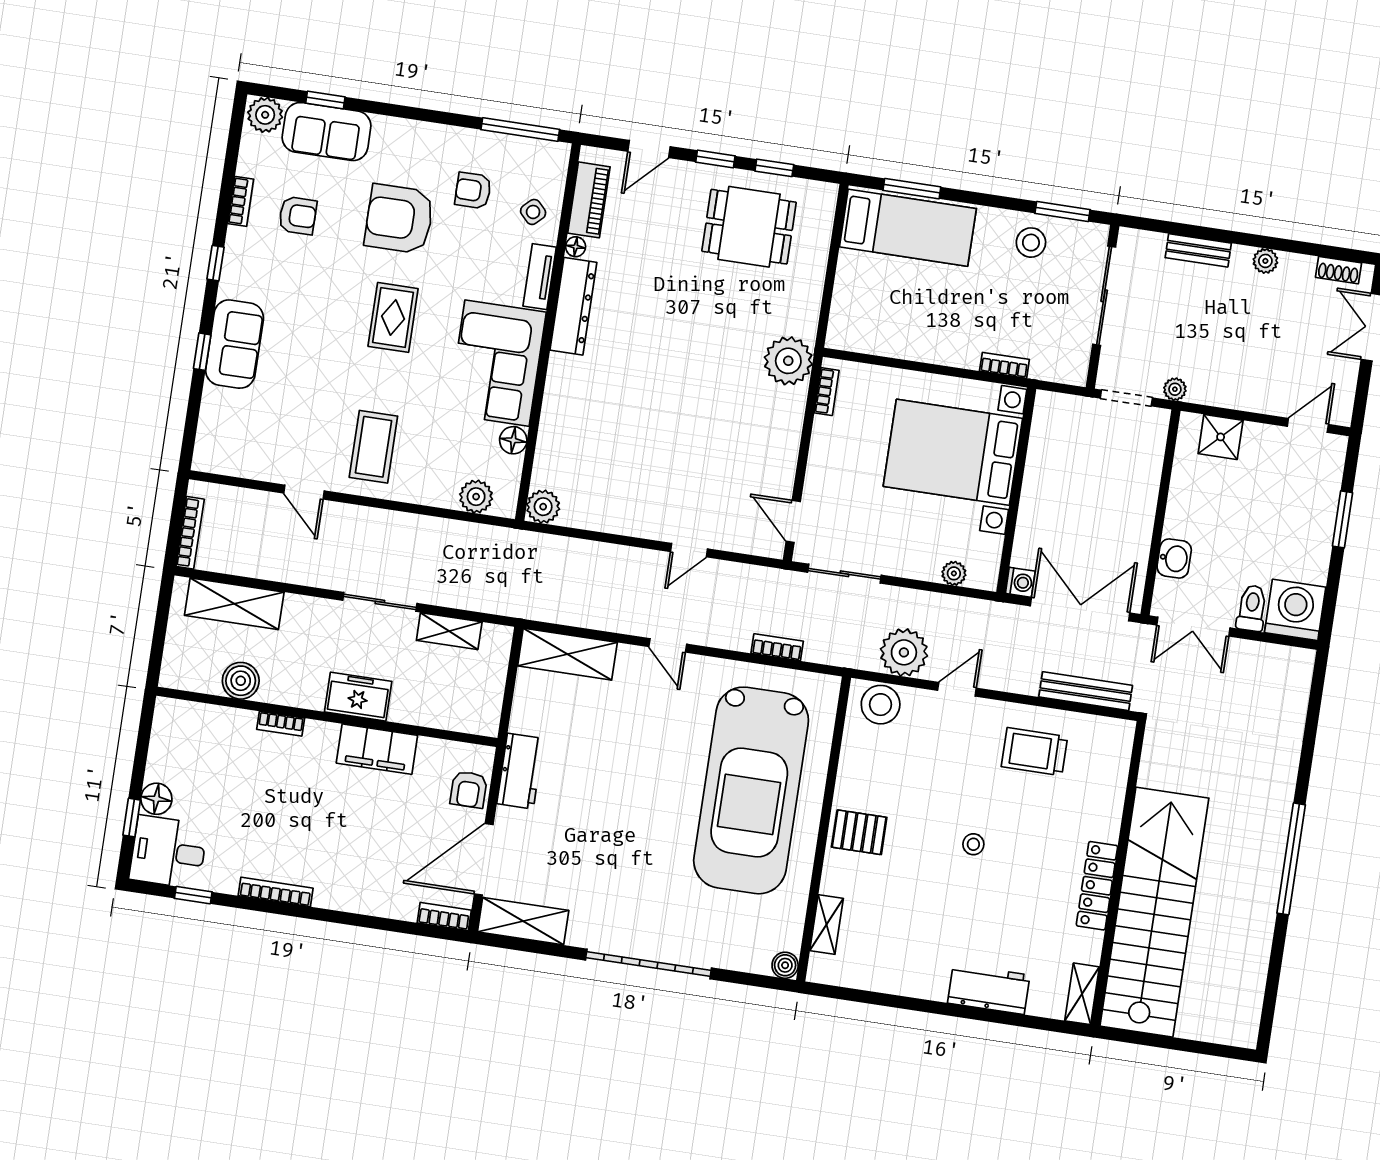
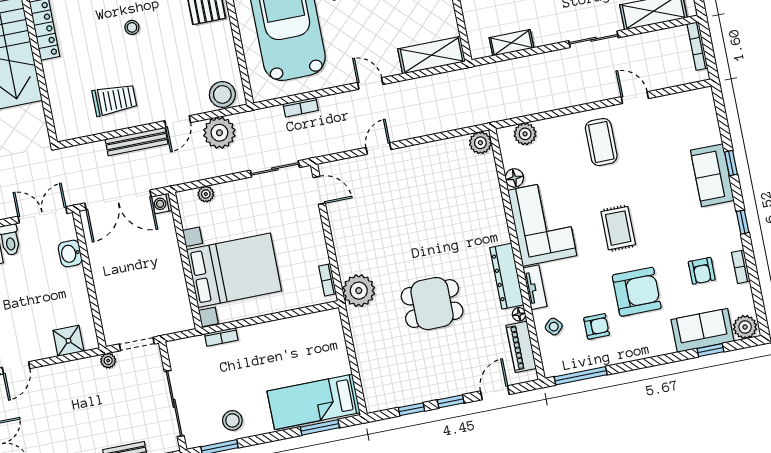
armchair: (298, 216) -> (702, 271), turned -90
dining table: (749, 227) -> (432, 304), moved
sliding door: (380, 602) -> (594, 39), moved
bench: (1086, 691) -> (137, 142), moved

